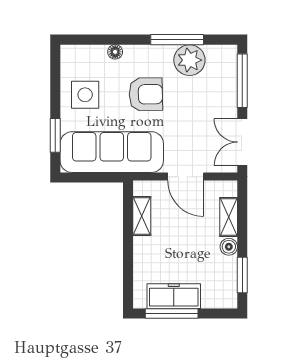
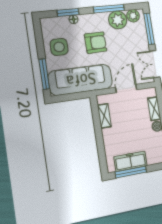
window: (108, 40) -> (68, 12), added
plant: (217, 55) -> (133, 16), added
window: (55, 135) -> (44, 74), width x1.44
door: (186, 177) -> (126, 88), swing flipped

